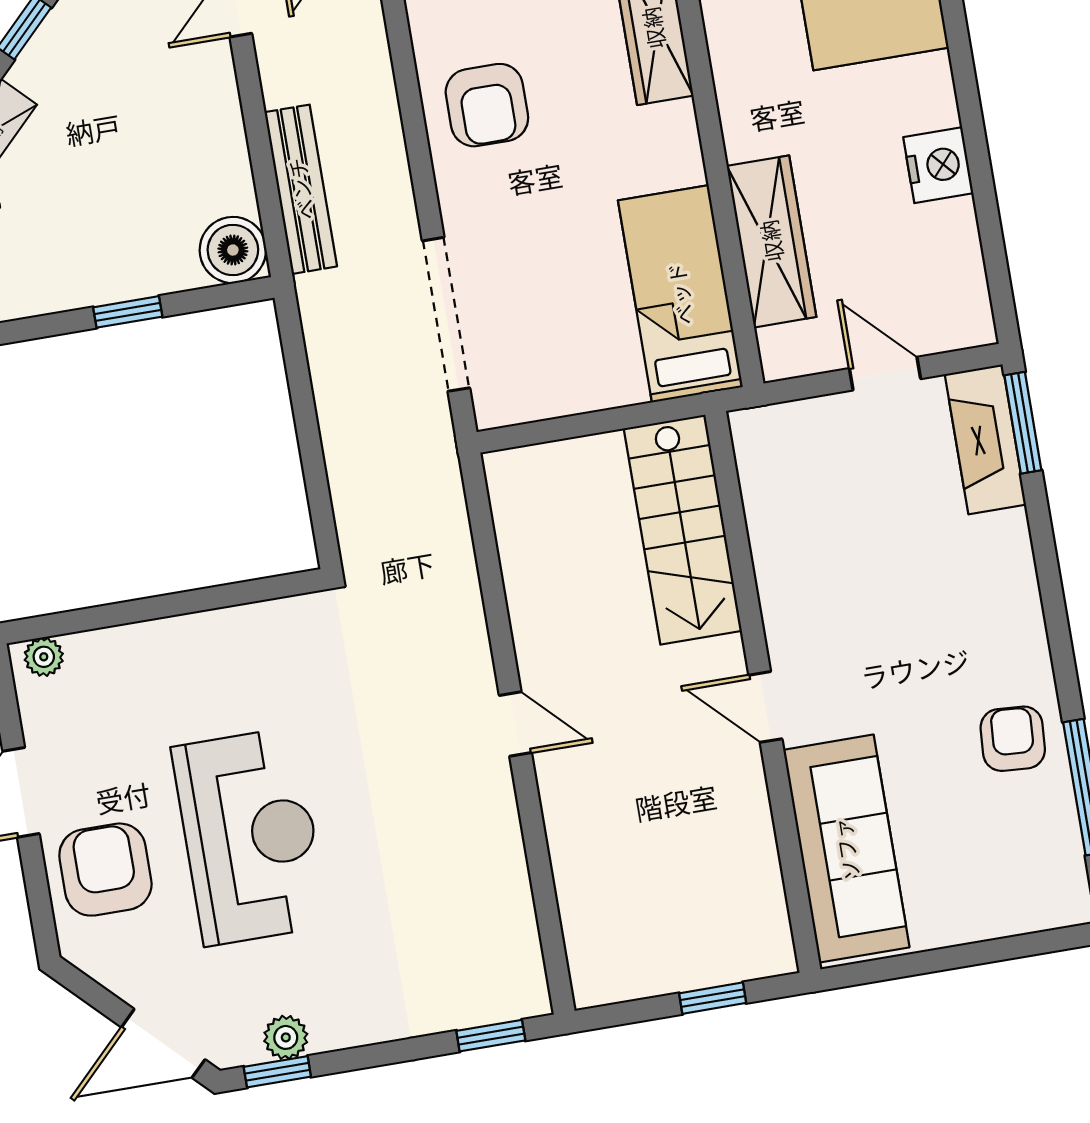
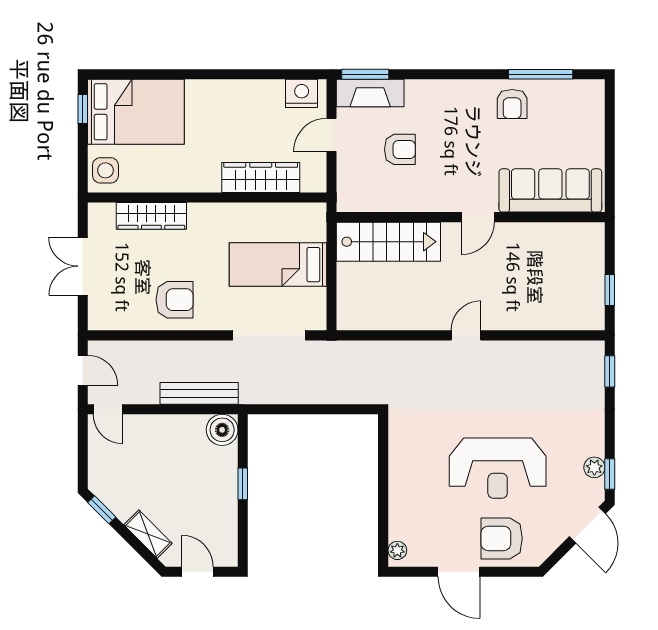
nightstand: (938, 165) -> (302, 93), moved
bed: (680, 294) -> (278, 265), moved
armchair: (879, 521) -> (400, 149), added
armchair: (1013, 739) -> (512, 104), turned -94
reception desk: (250, 837) -> (498, 468), turned 180
window: (713, 998) -> (610, 290), moved

